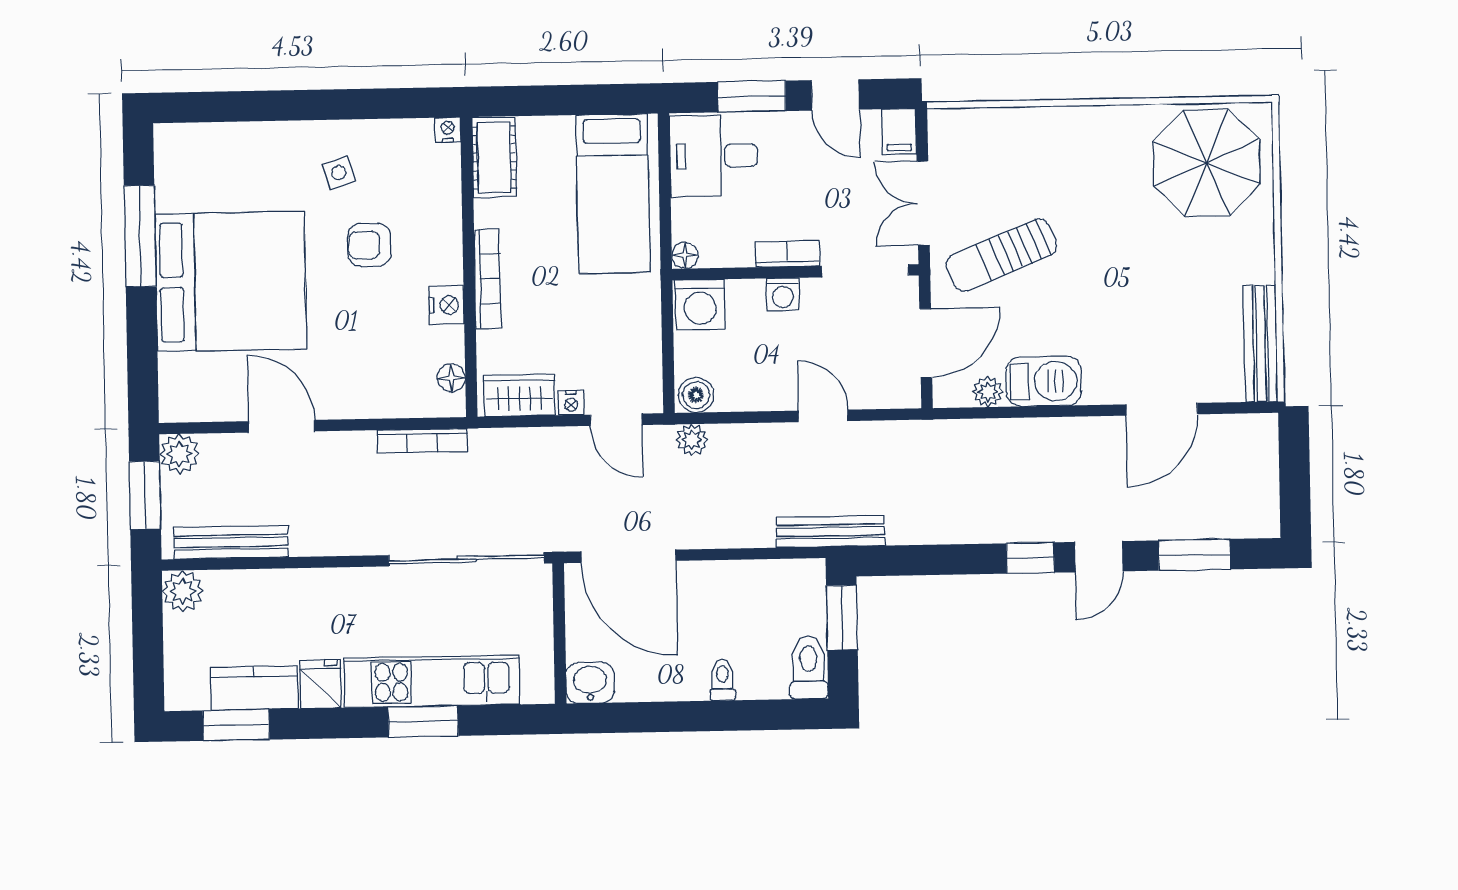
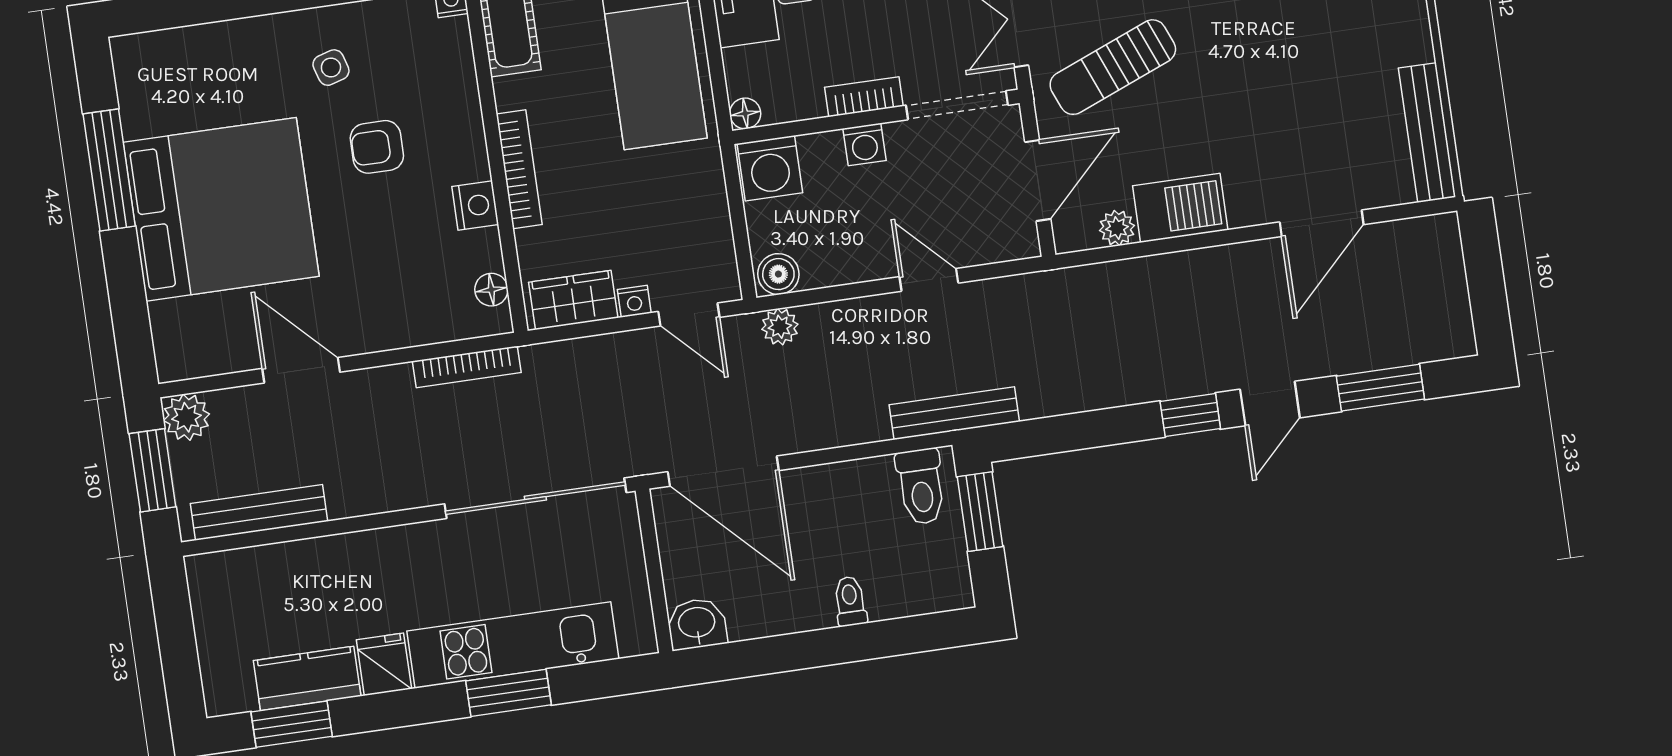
plant: (183, 591) -> (210, 576), removed
toilet: (809, 667) -> (921, 487), moved, turned 180

